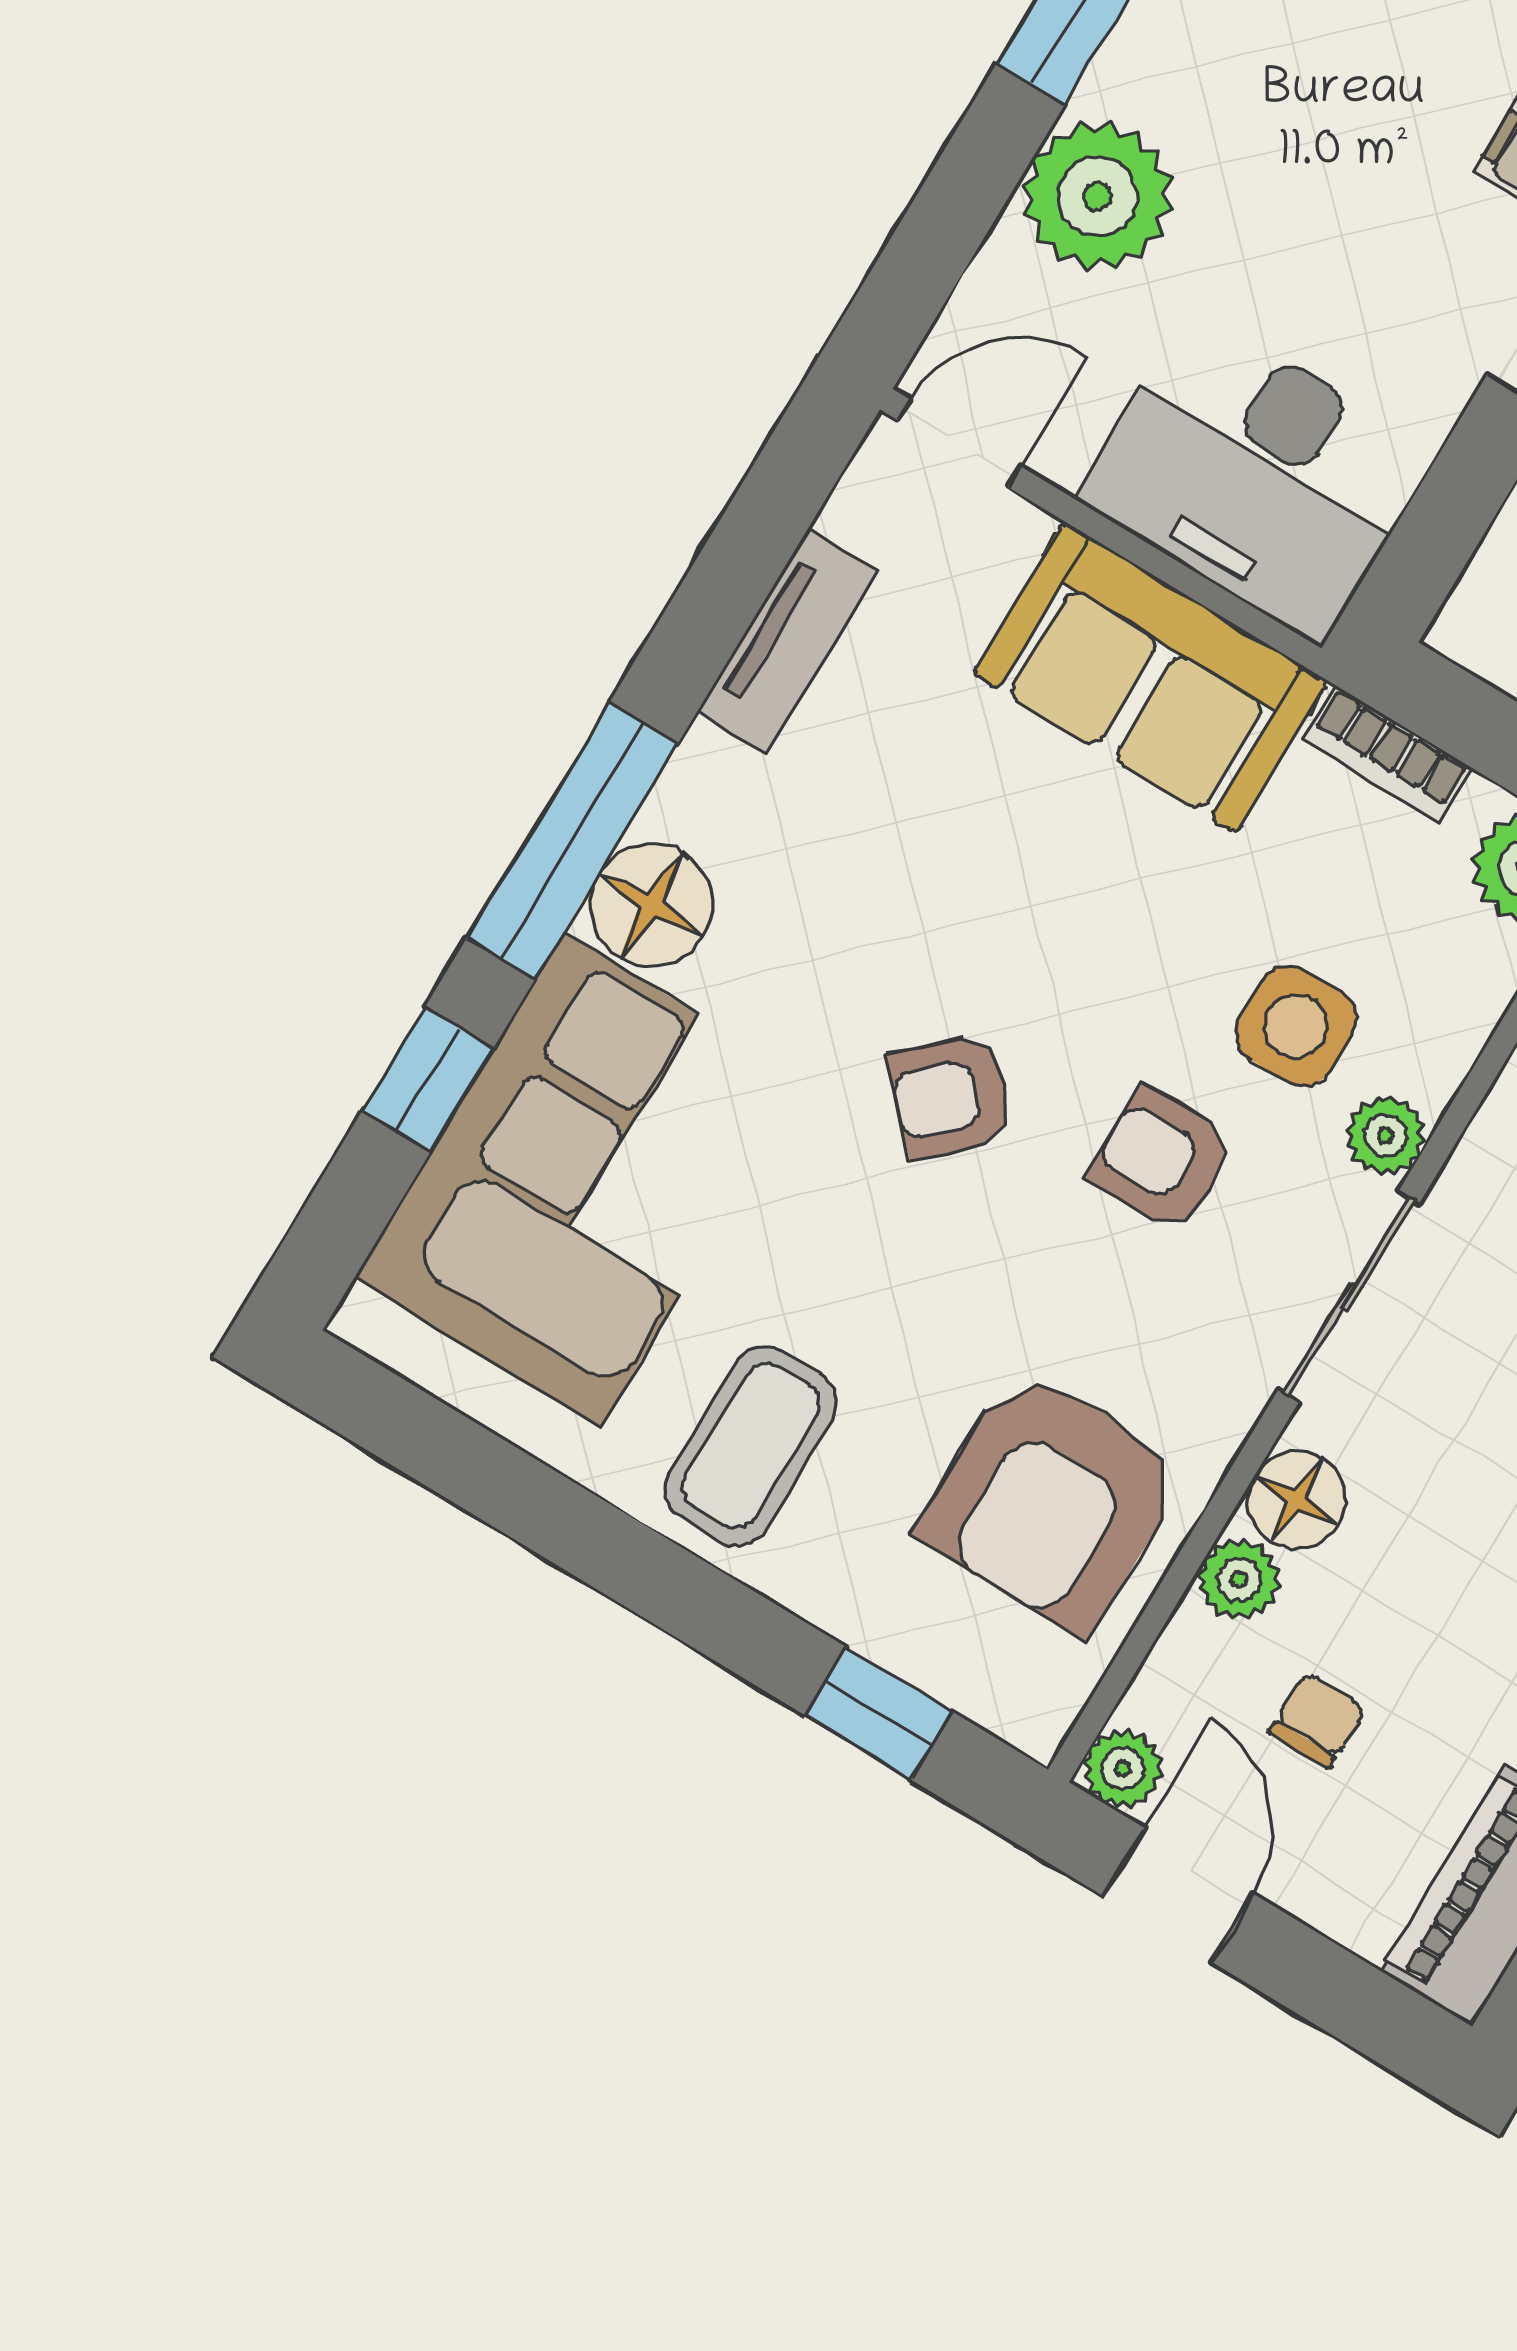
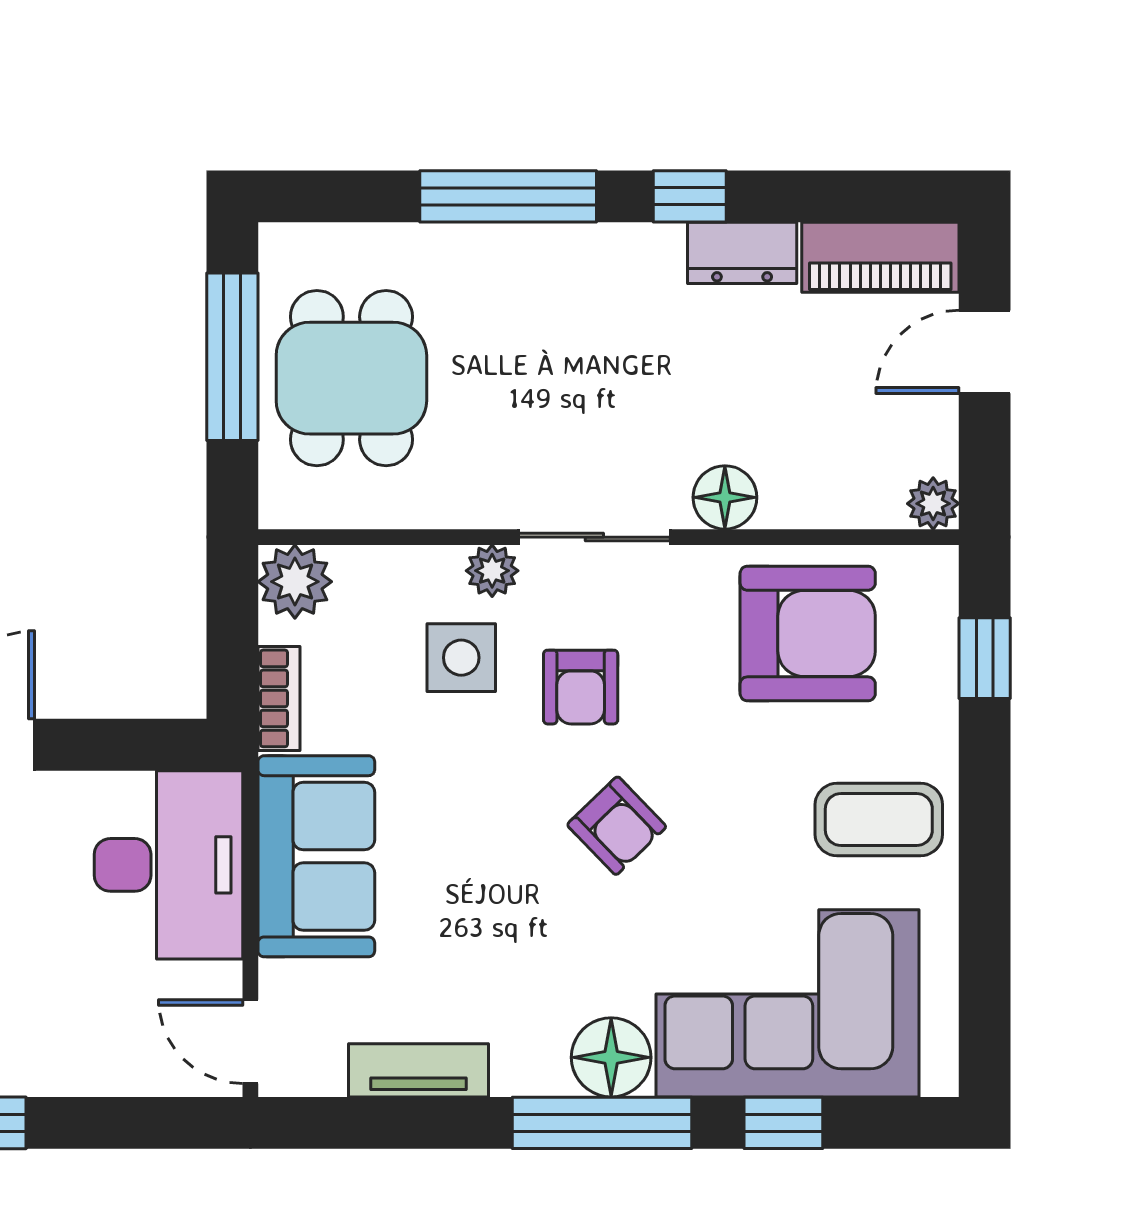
plant: (1098, 196) -> (66, 1048), removed
plant: (1239, 1580) -> (789, 503), removed
chair: (1317, 1720) -> (840, 412), removed
door: (1178, 1895) -> (985, 352), moved

